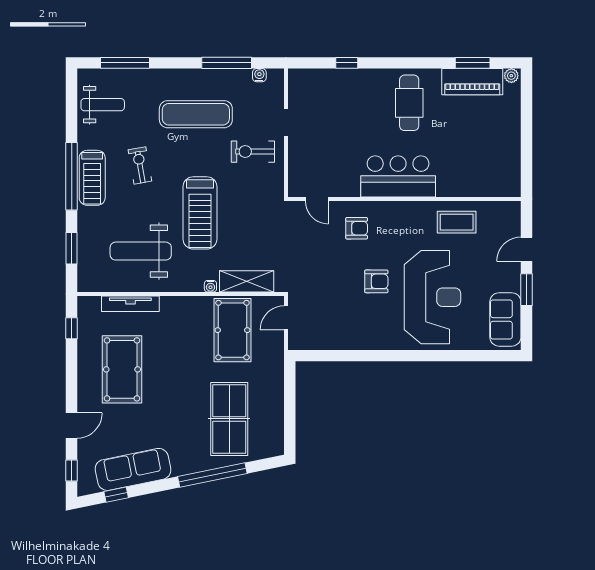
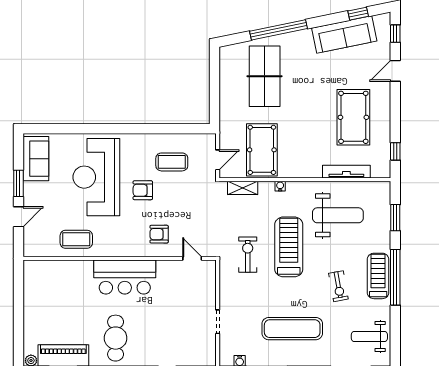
exercise bike: (253, 152) -> (248, 255), moved, turned -90
shelving: (247, 281) -> (243, 188), width x0.67, depth x0.75
coffee table: (341, 315) -> (172, 162), added

